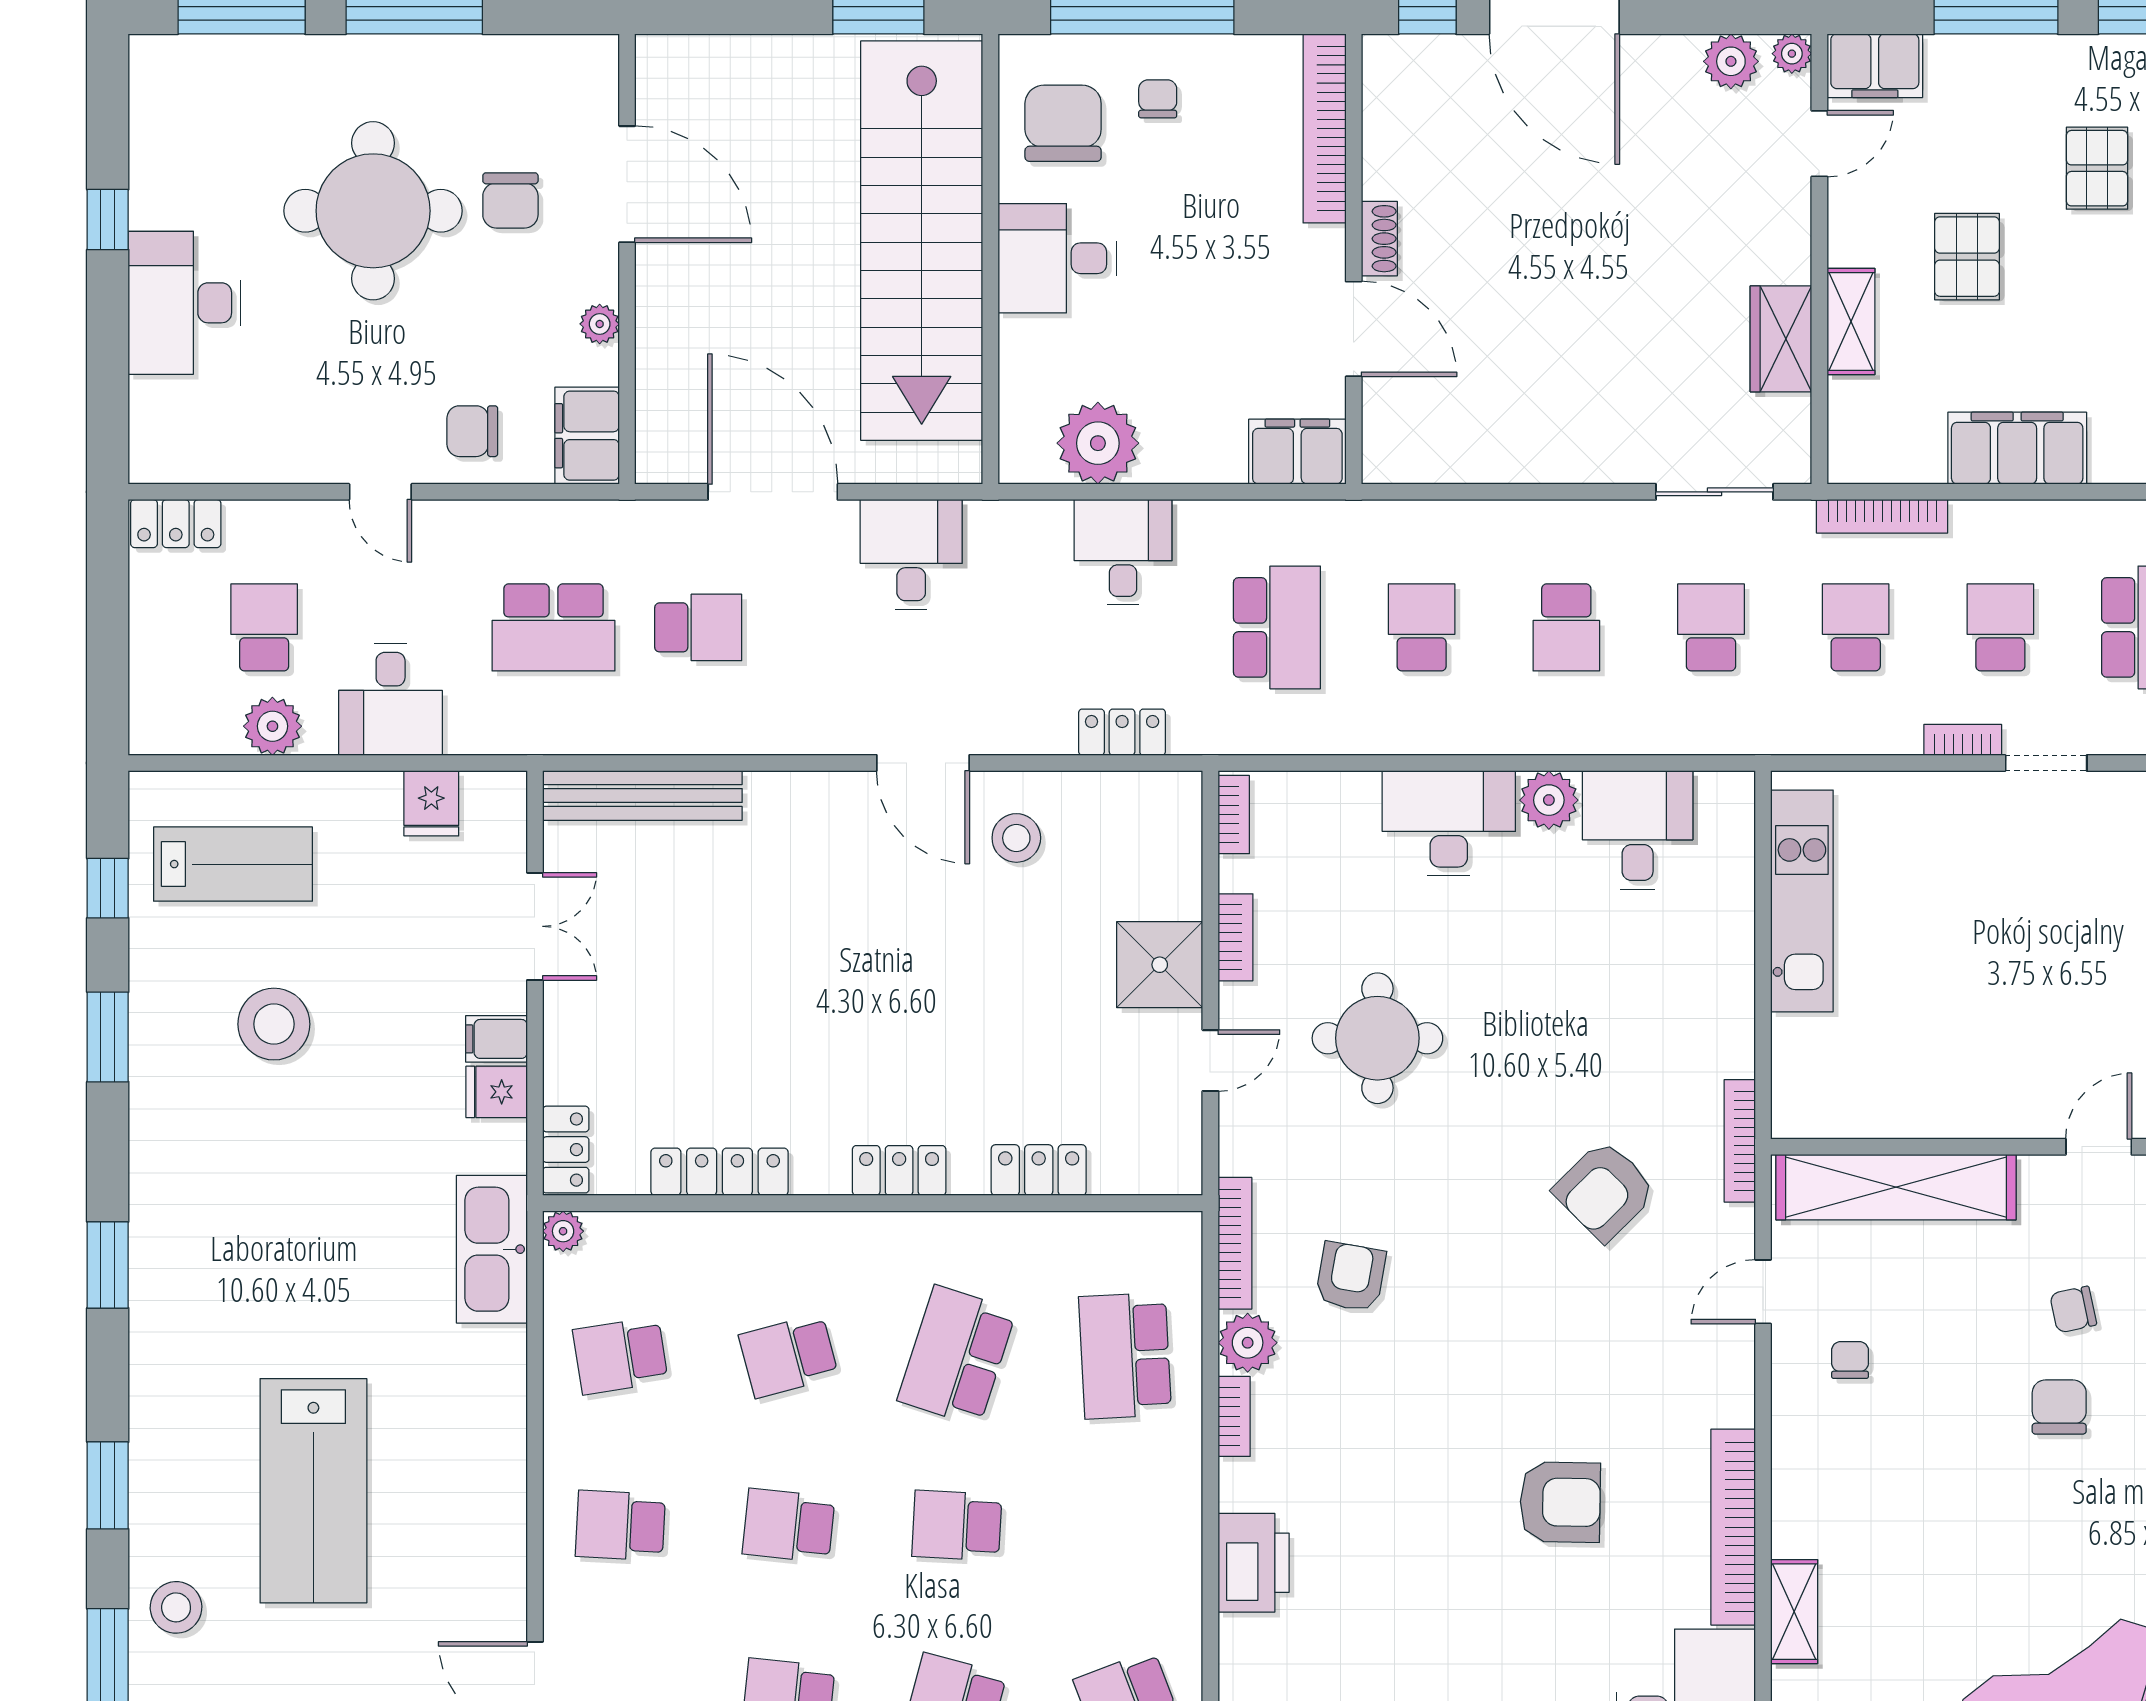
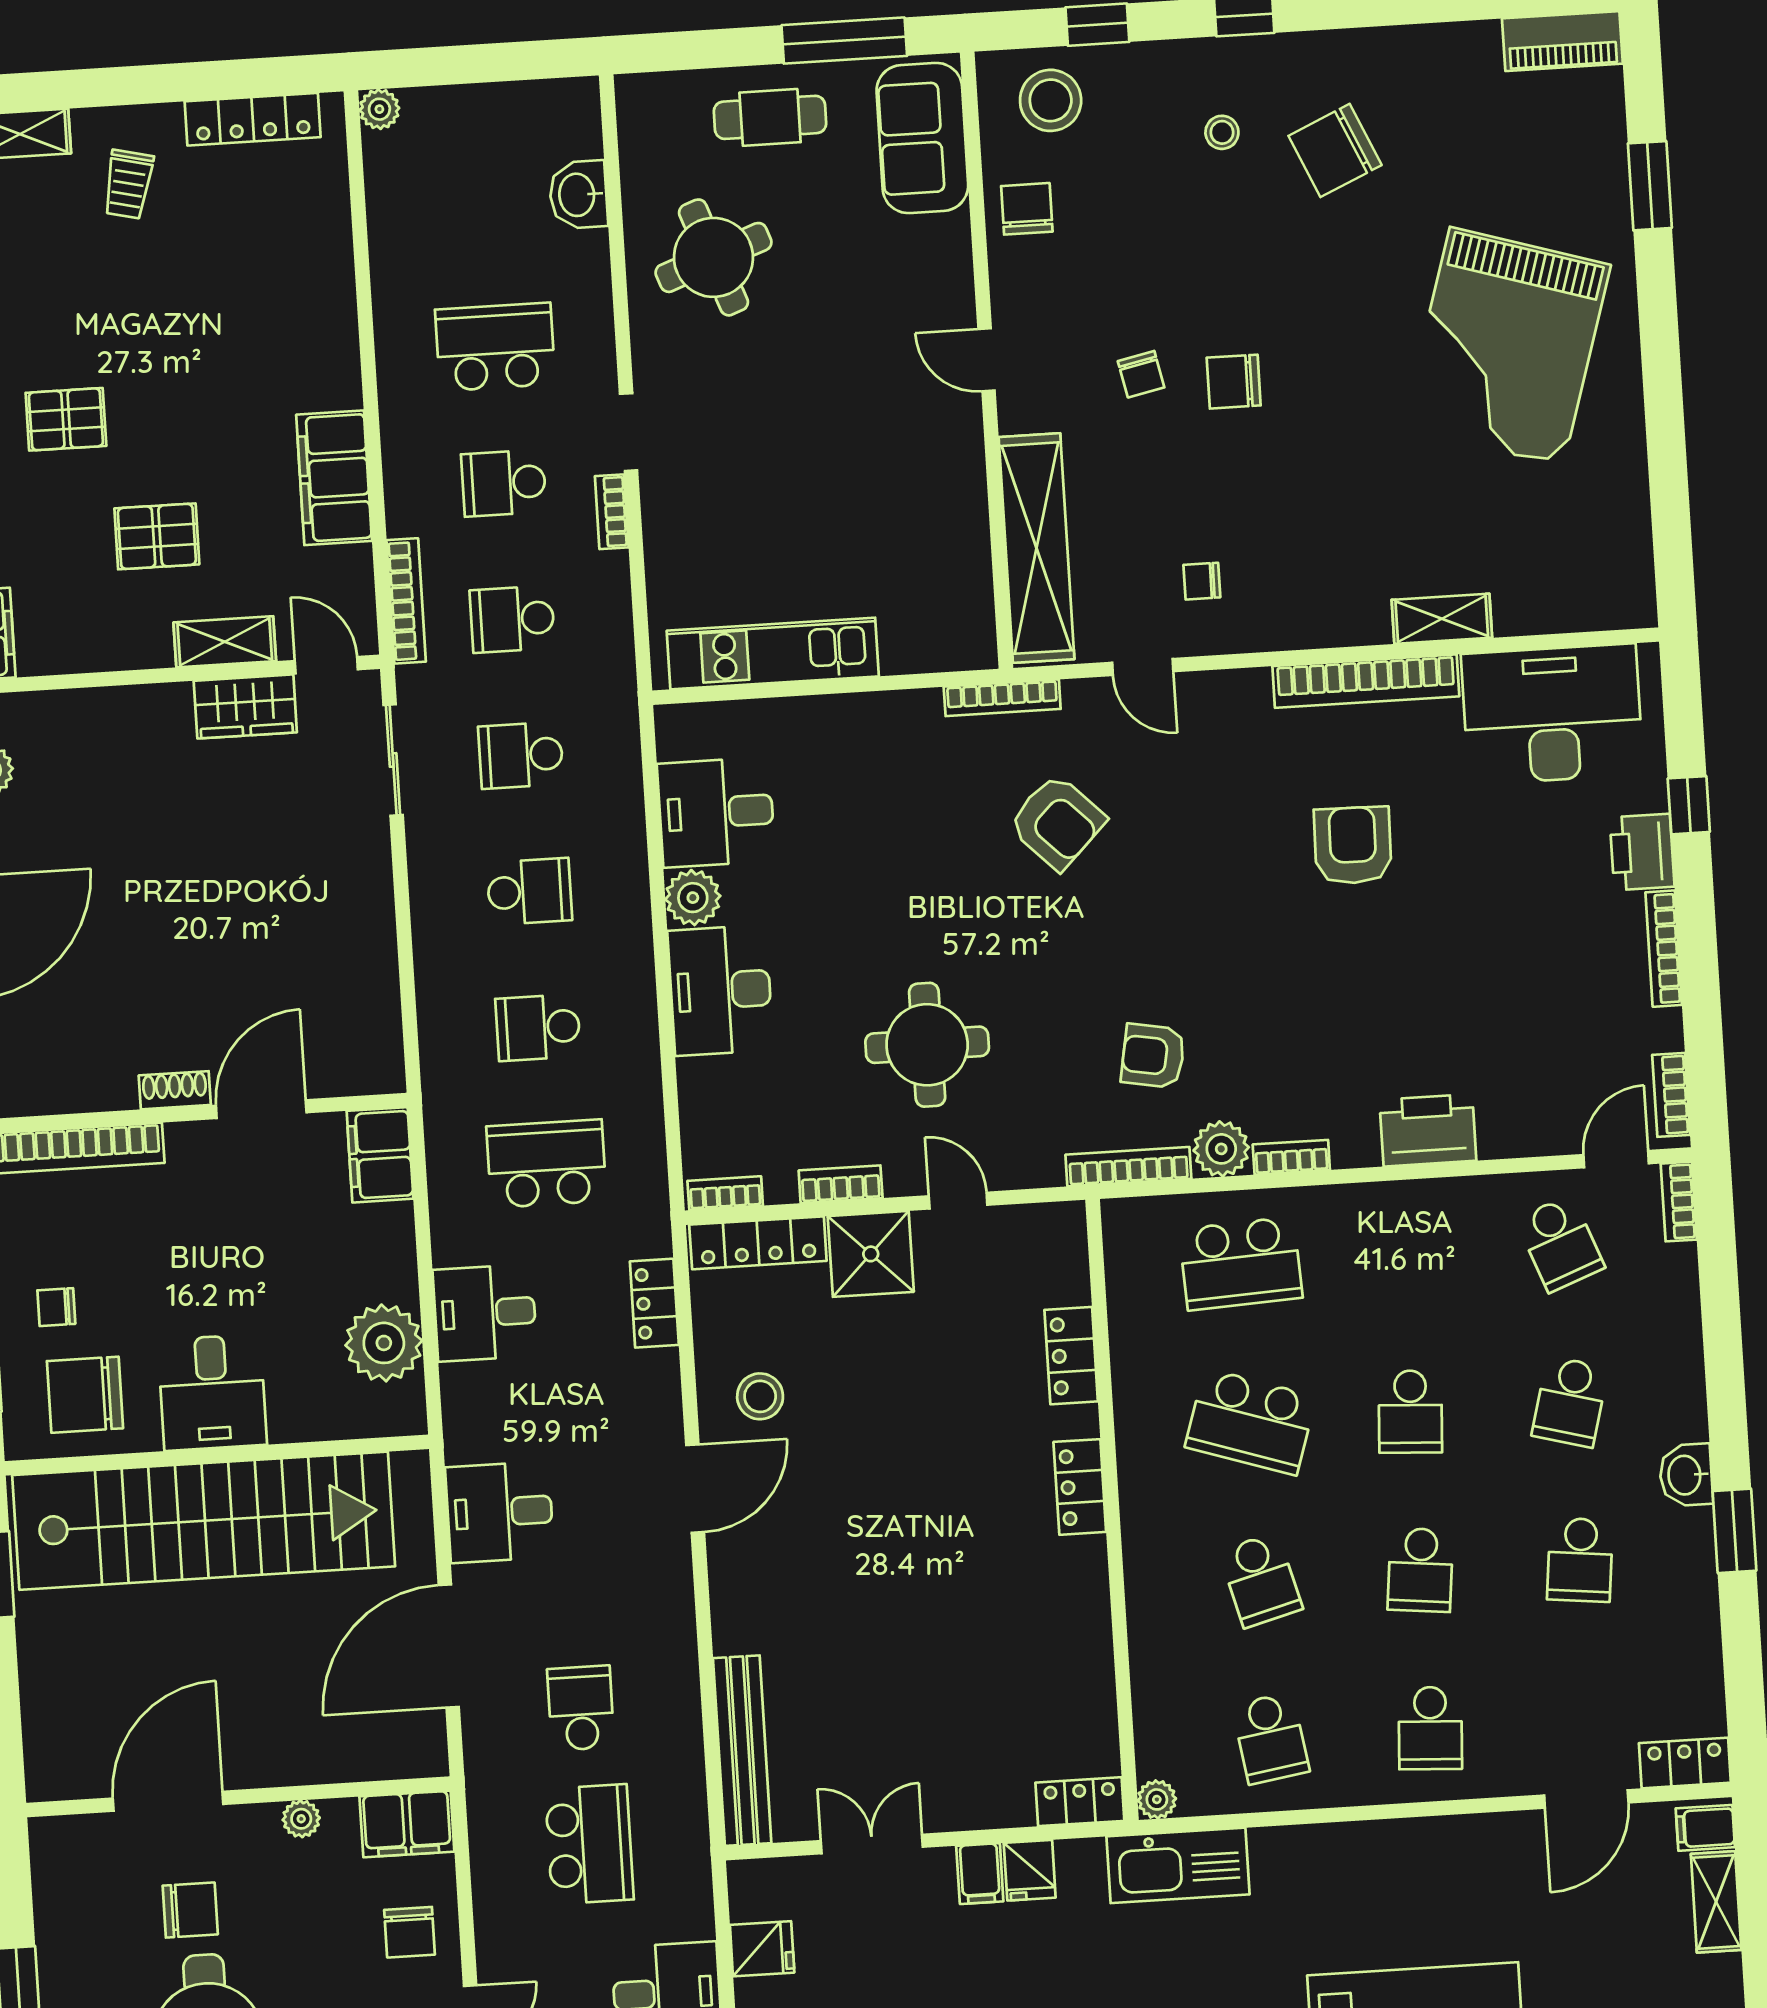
door: (1819, 144) -> (326, 665), moved
locker: (720, 1172) -> (758, 1243), moved, turned -90

